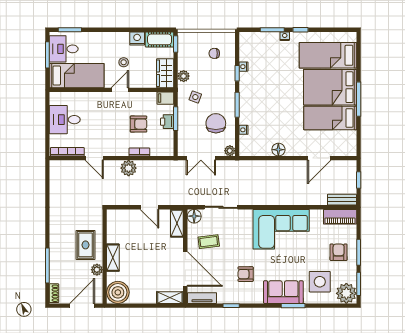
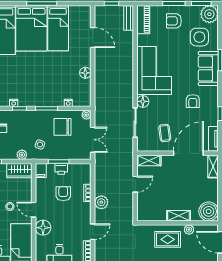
floor lamp: (99, 101) -> (43, 228), added
floor lamp: (194, 216) -> (143, 101), moved

